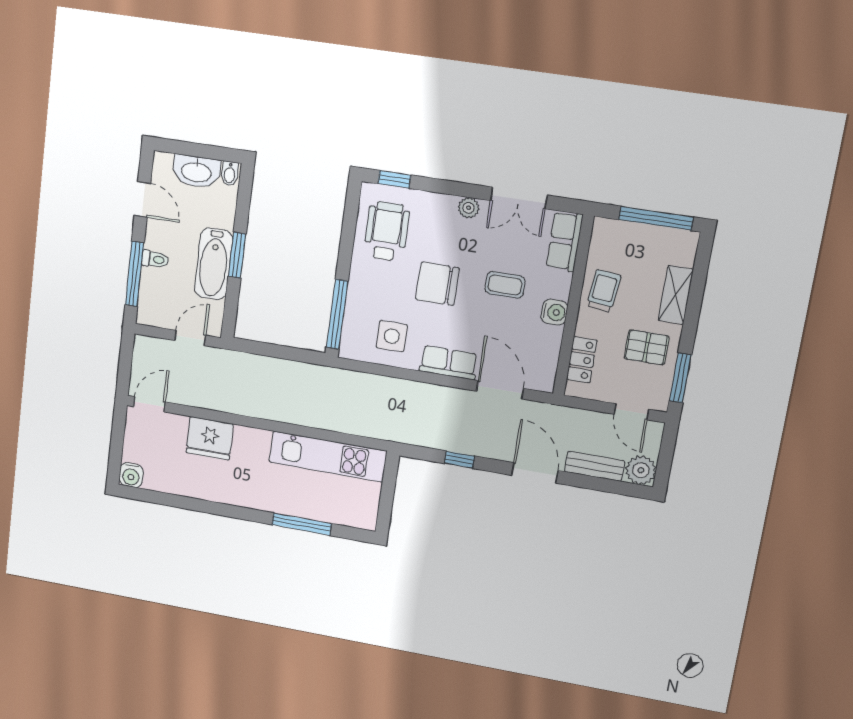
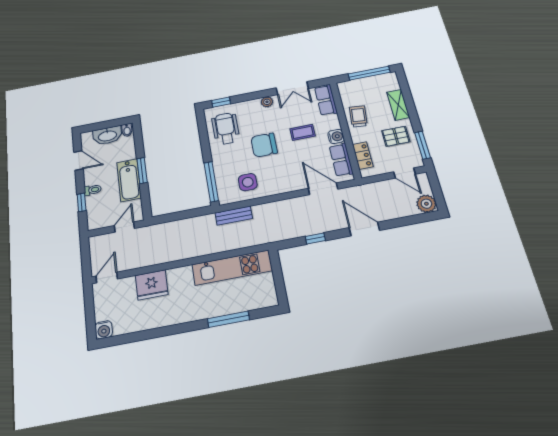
window: (135, 274) -> (82, 202), width x0.46
row of seats: (449, 363) -> (341, 160), moved, turned -90
bench: (594, 466) -> (234, 216), moved

